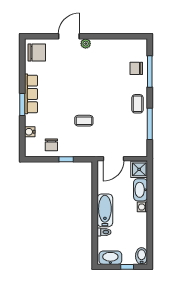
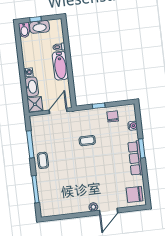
chair: (136, 68) -> (47, 191), removed
washbasin: (110, 258) -> (40, 27), moved

